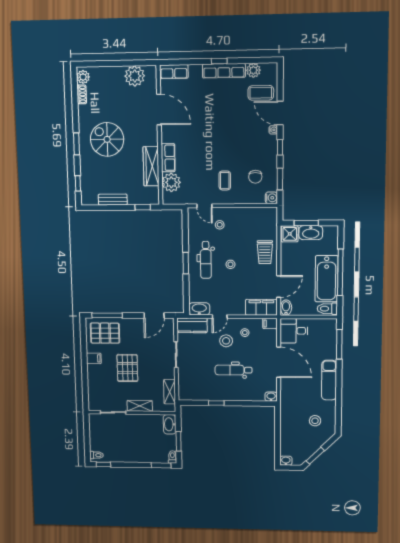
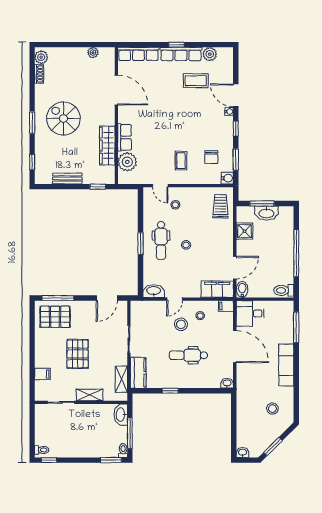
row of seats: (174, 72) -> (138, 54), width x1.48
plant: (135, 76) -> (93, 53), width x0.53, depth x0.53
coffee table: (261, 93) -> (196, 81), moved
shower: (290, 234) -> (244, 231), moved
trolley: (265, 252) -> (221, 206), moved, turned 180
bathtub: (326, 279) -> (283, 260), removed
kitchen counter: (192, 325) -> (138, 373), moved, turned -90
filing cabinet: (94, 358) -> (42, 374), moved
window: (179, 441) -> (130, 433), width x1.44

